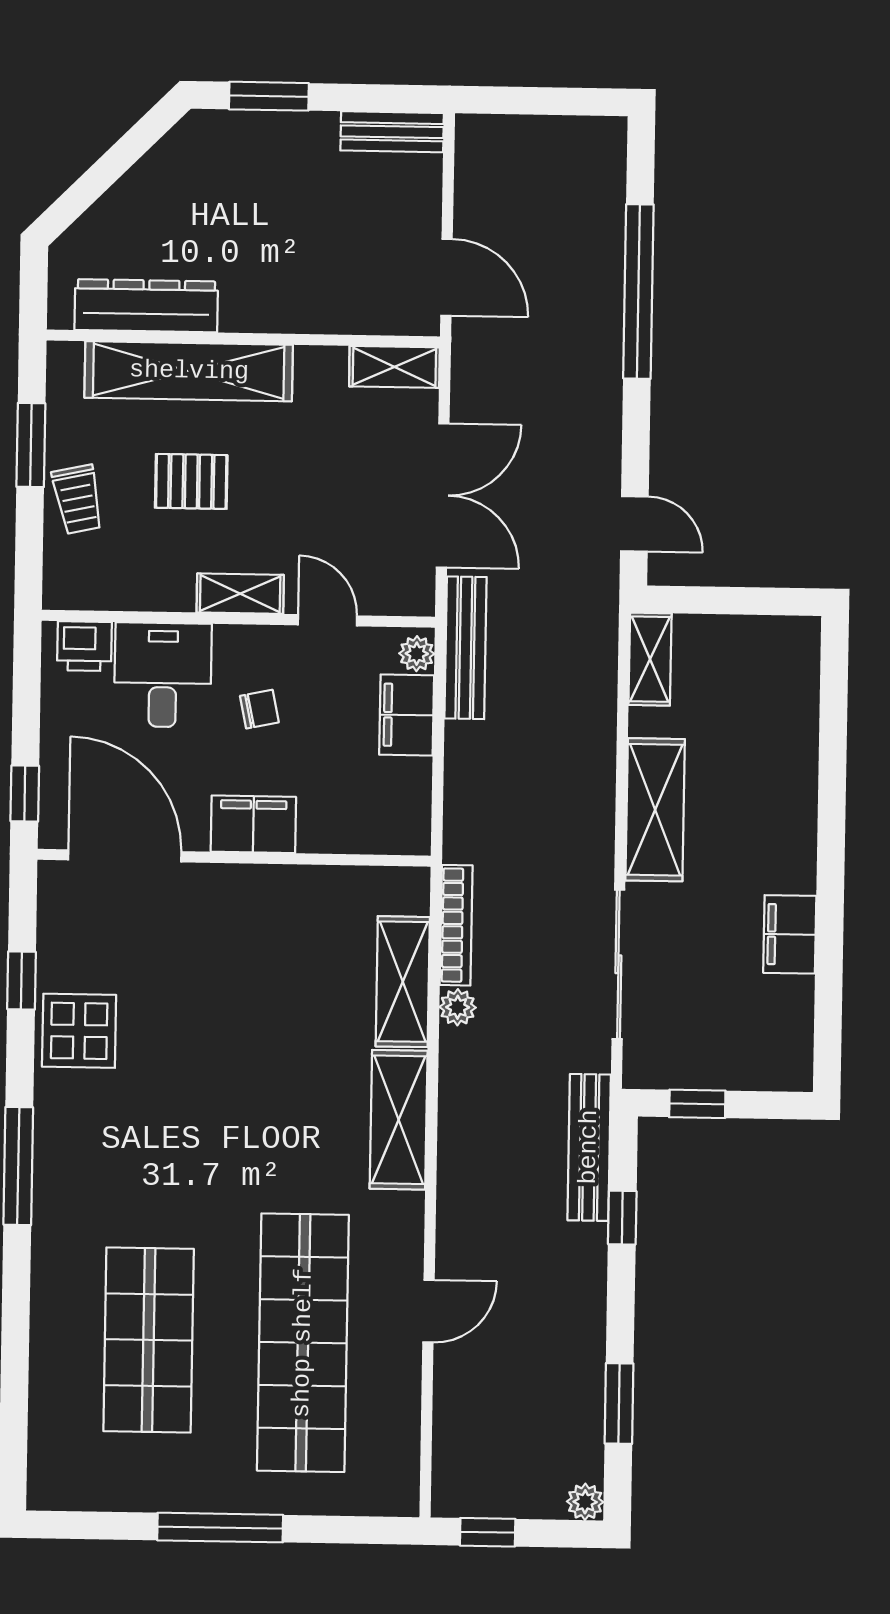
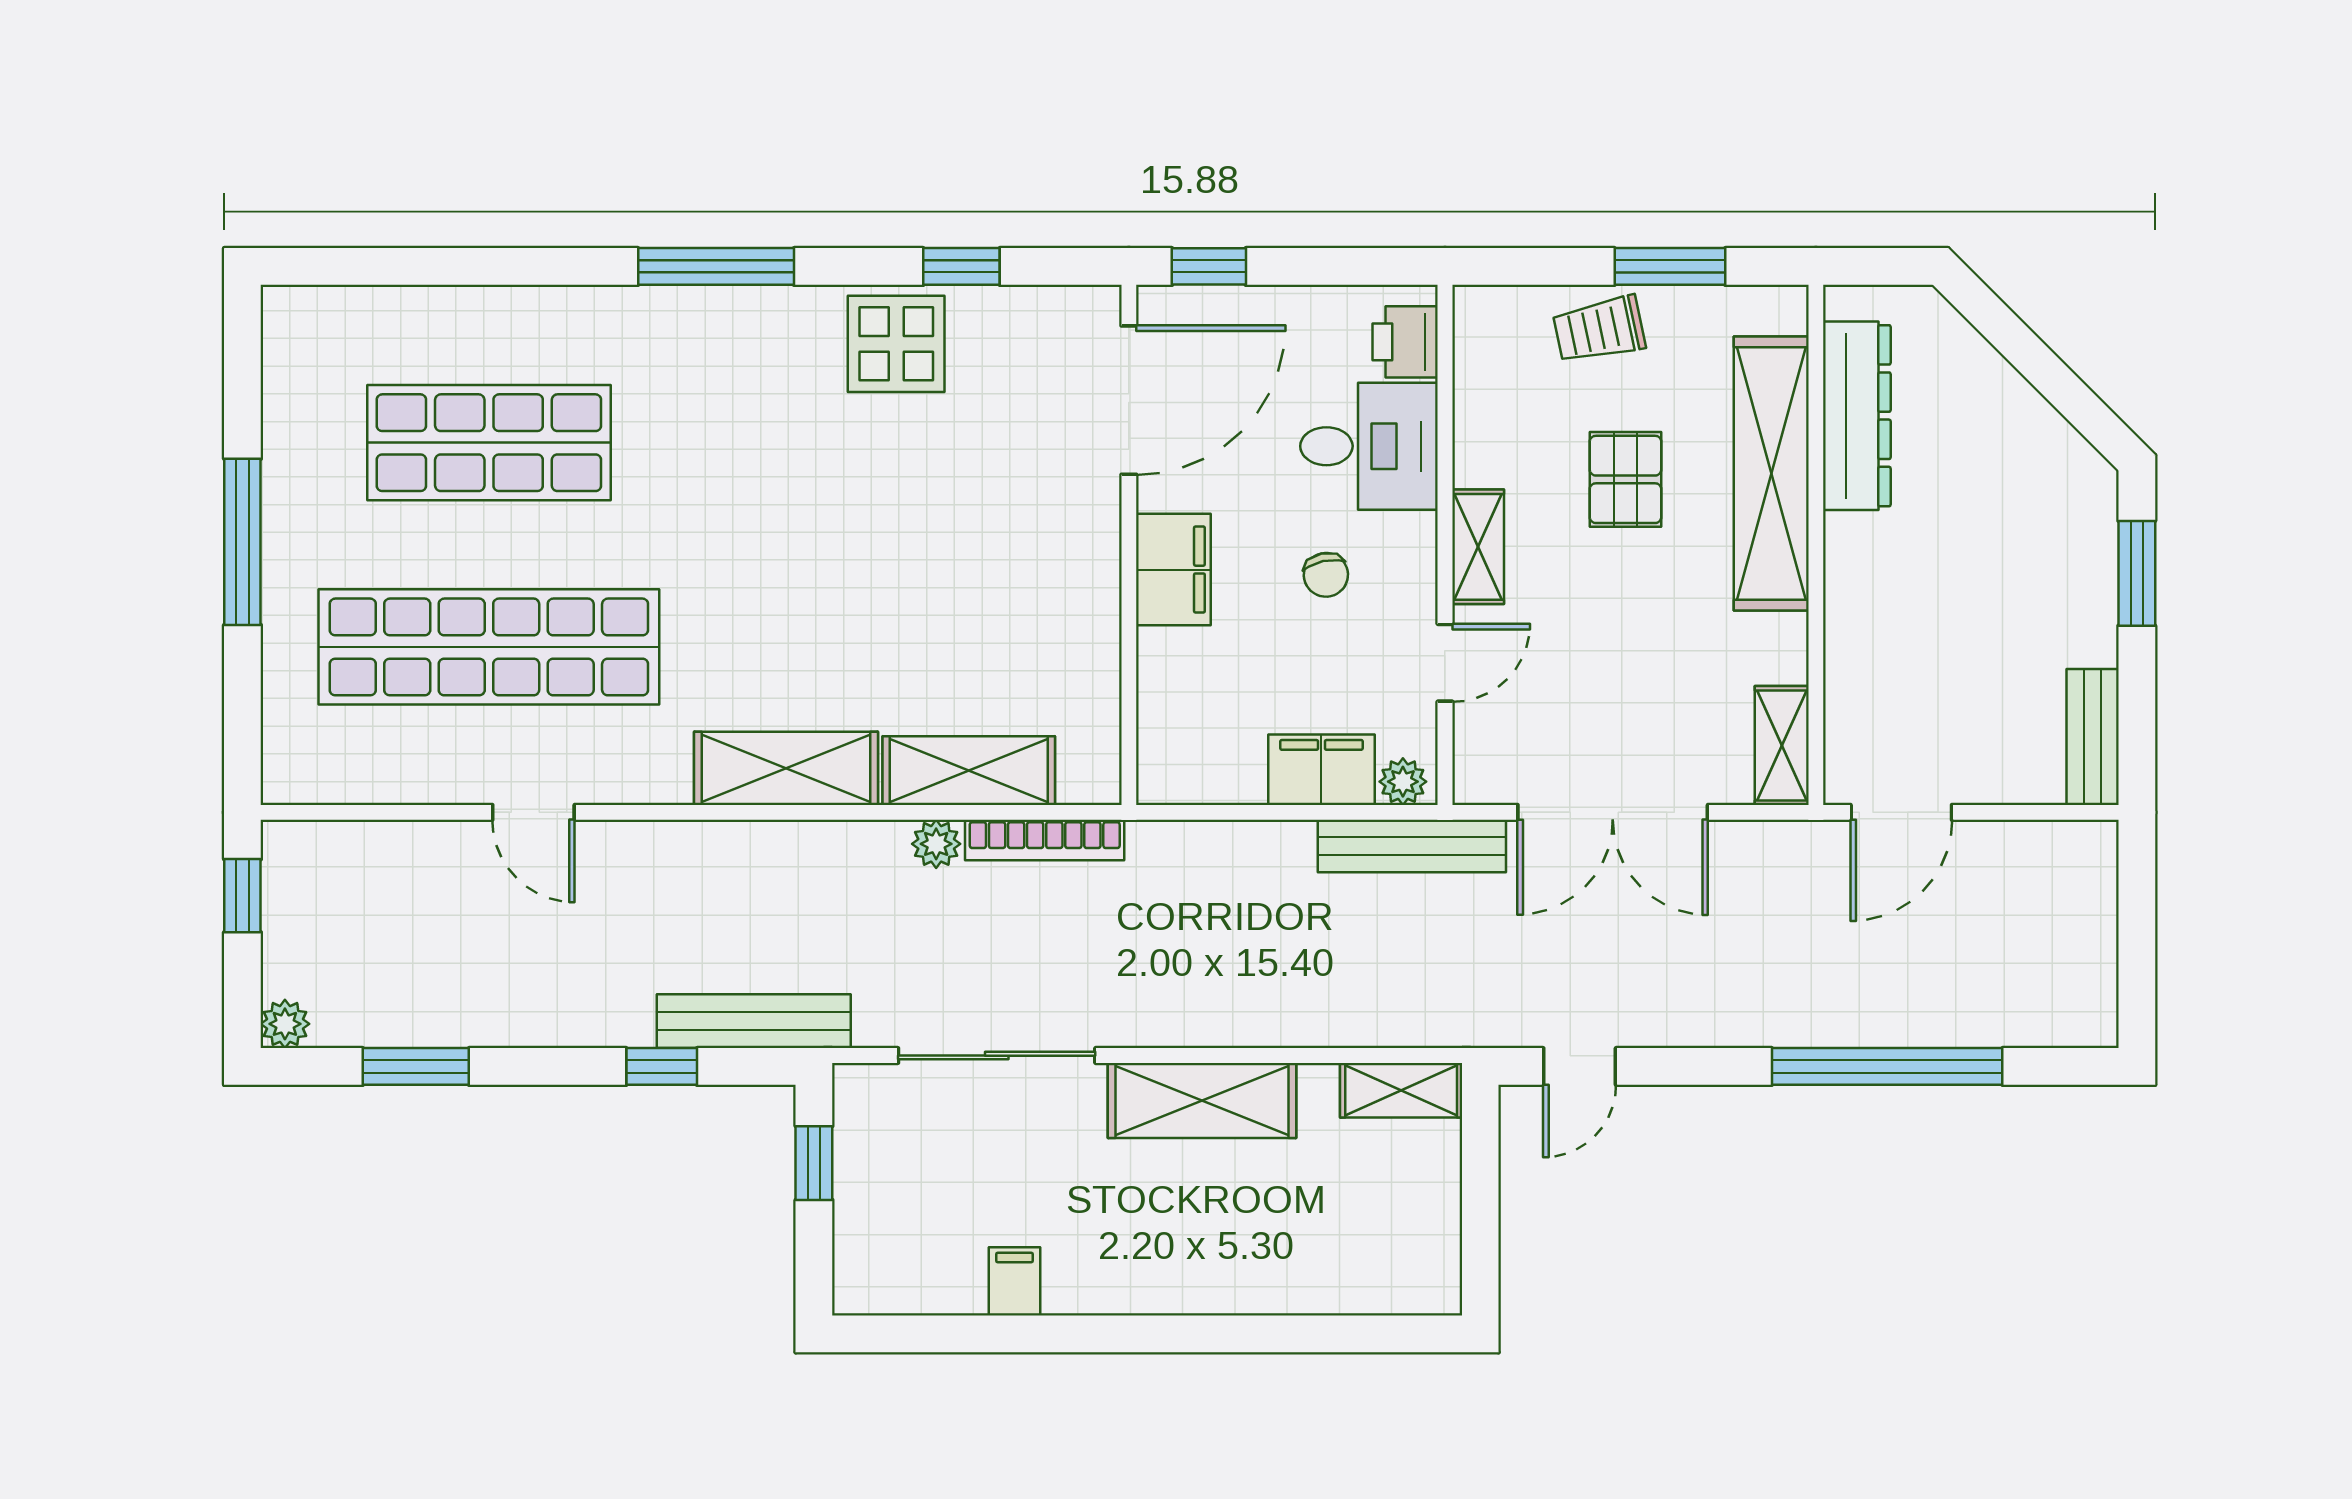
filing cabinet: (790, 934) -> (1015, 1281), width x0.50

